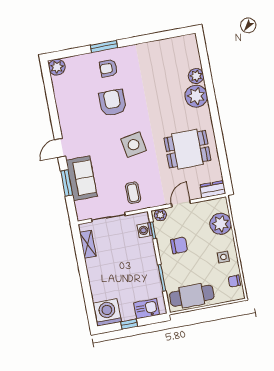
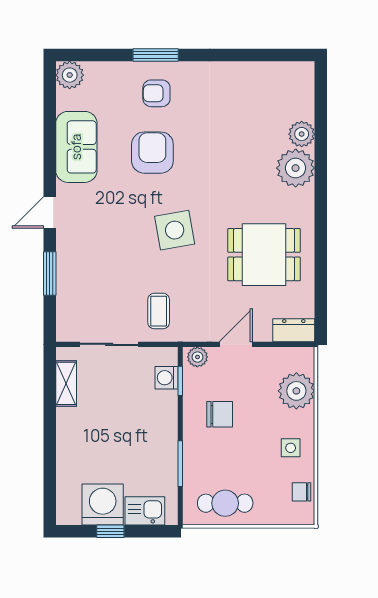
sofa: (82, 178) -> (76, 147), moved
cafe table: (192, 296) -> (225, 503), width x0.73, depth x0.74
washing machine: (107, 312) -> (103, 505), moved

